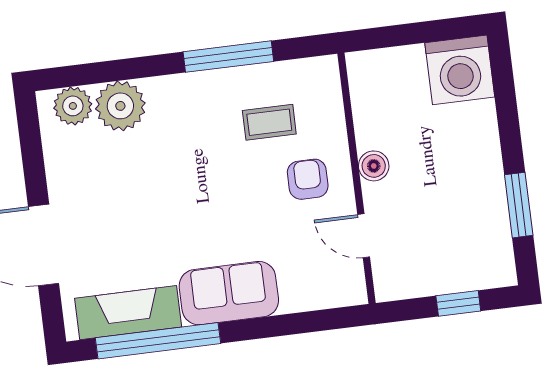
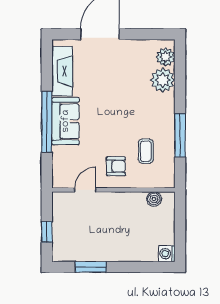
washing machine: (460, 70) -> (167, 254), width x0.53, depth x0.53
boiler: (374, 166) -> (154, 199), moved
window: (158, 341) -> (47, 122), moved

